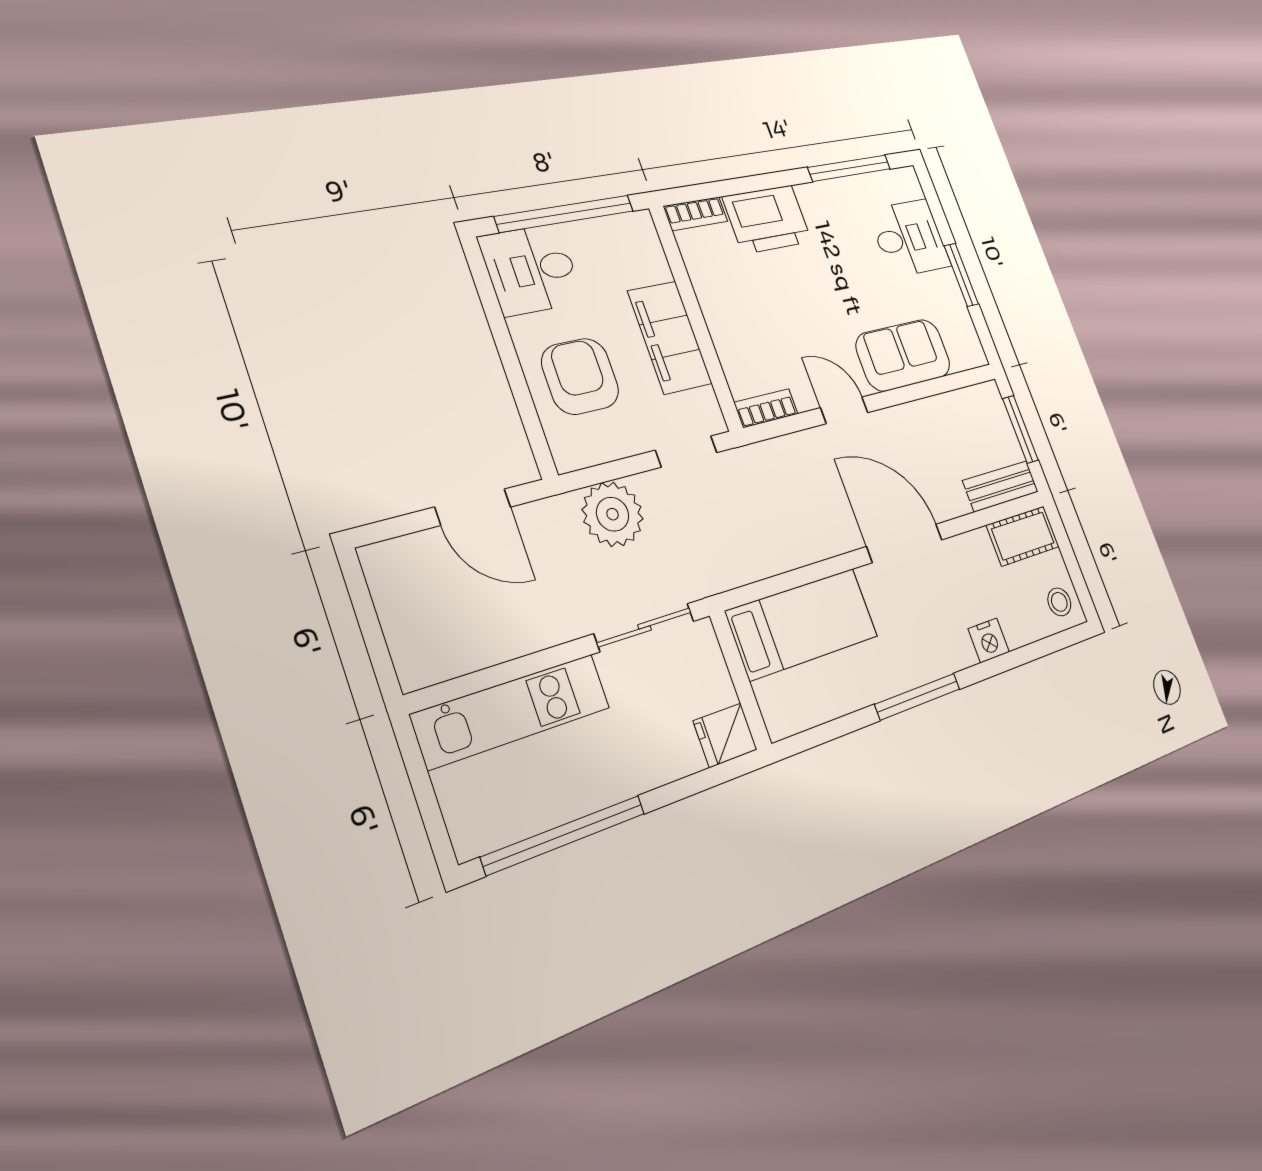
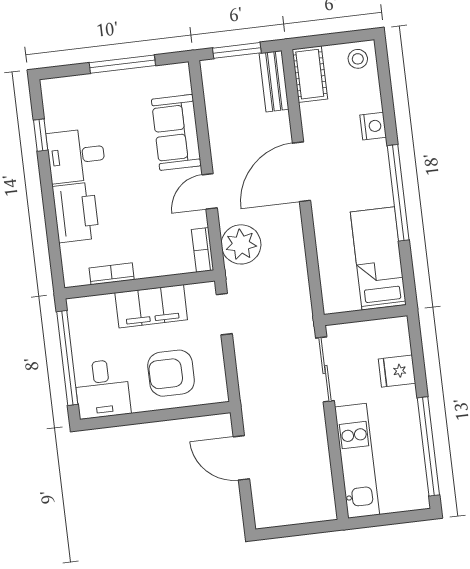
window: (849, 168) -> (41, 135), width x0.46
bookcase: (696, 214) -> (112, 274), moved, turned -90
desk: (909, 238) -> (76, 156), moved, turned -90
window: (961, 275) -> (122, 64), width x1.44
door: (473, 507) -> (241, 458), swing flipped
plant: (613, 514) -> (241, 244), moved
bed: (802, 624) -> (378, 258), moved
window: (918, 697) -> (398, 193), width x1.46
fridge: (725, 735) -> (397, 371), moved, turned 90

